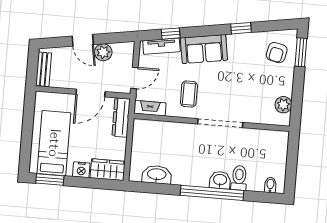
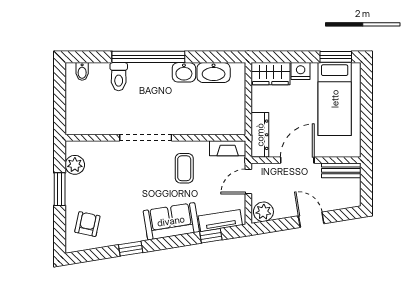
plant: (103, 52) -> (263, 212), moved
window: (301, 52) -> (60, 189), moved
bench: (44, 69) -> (341, 170), moved, turned 90
washbasin: (220, 180) -> (184, 72), moved

